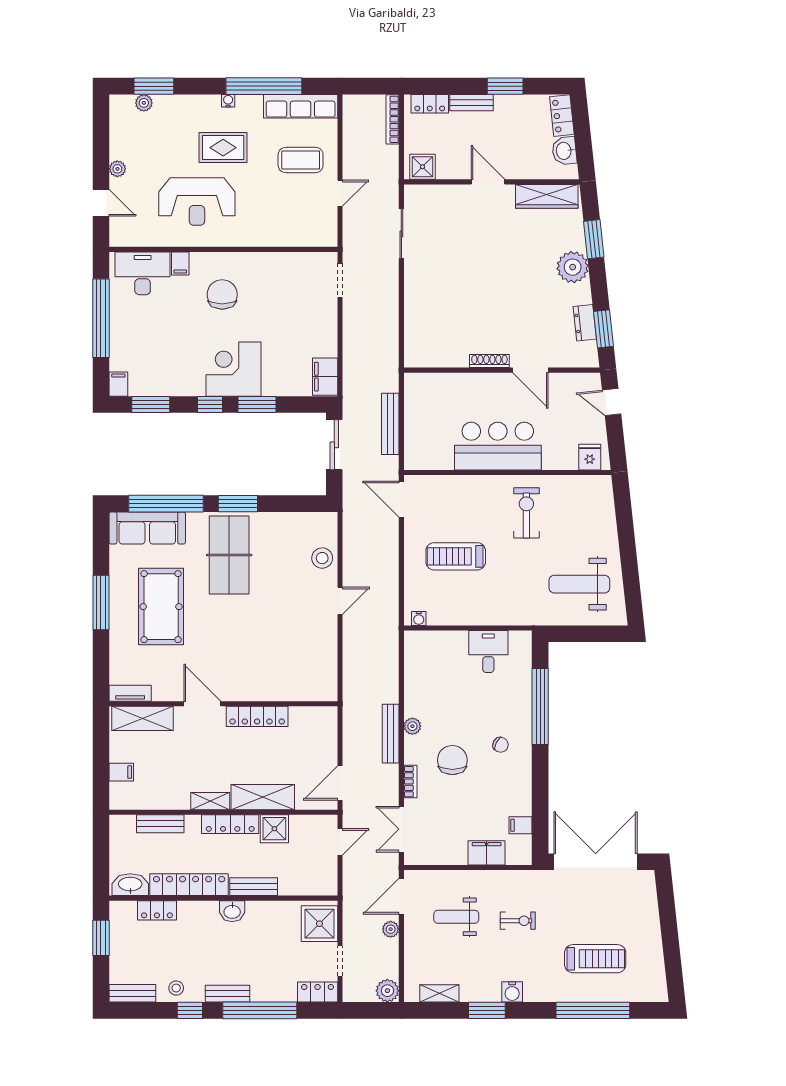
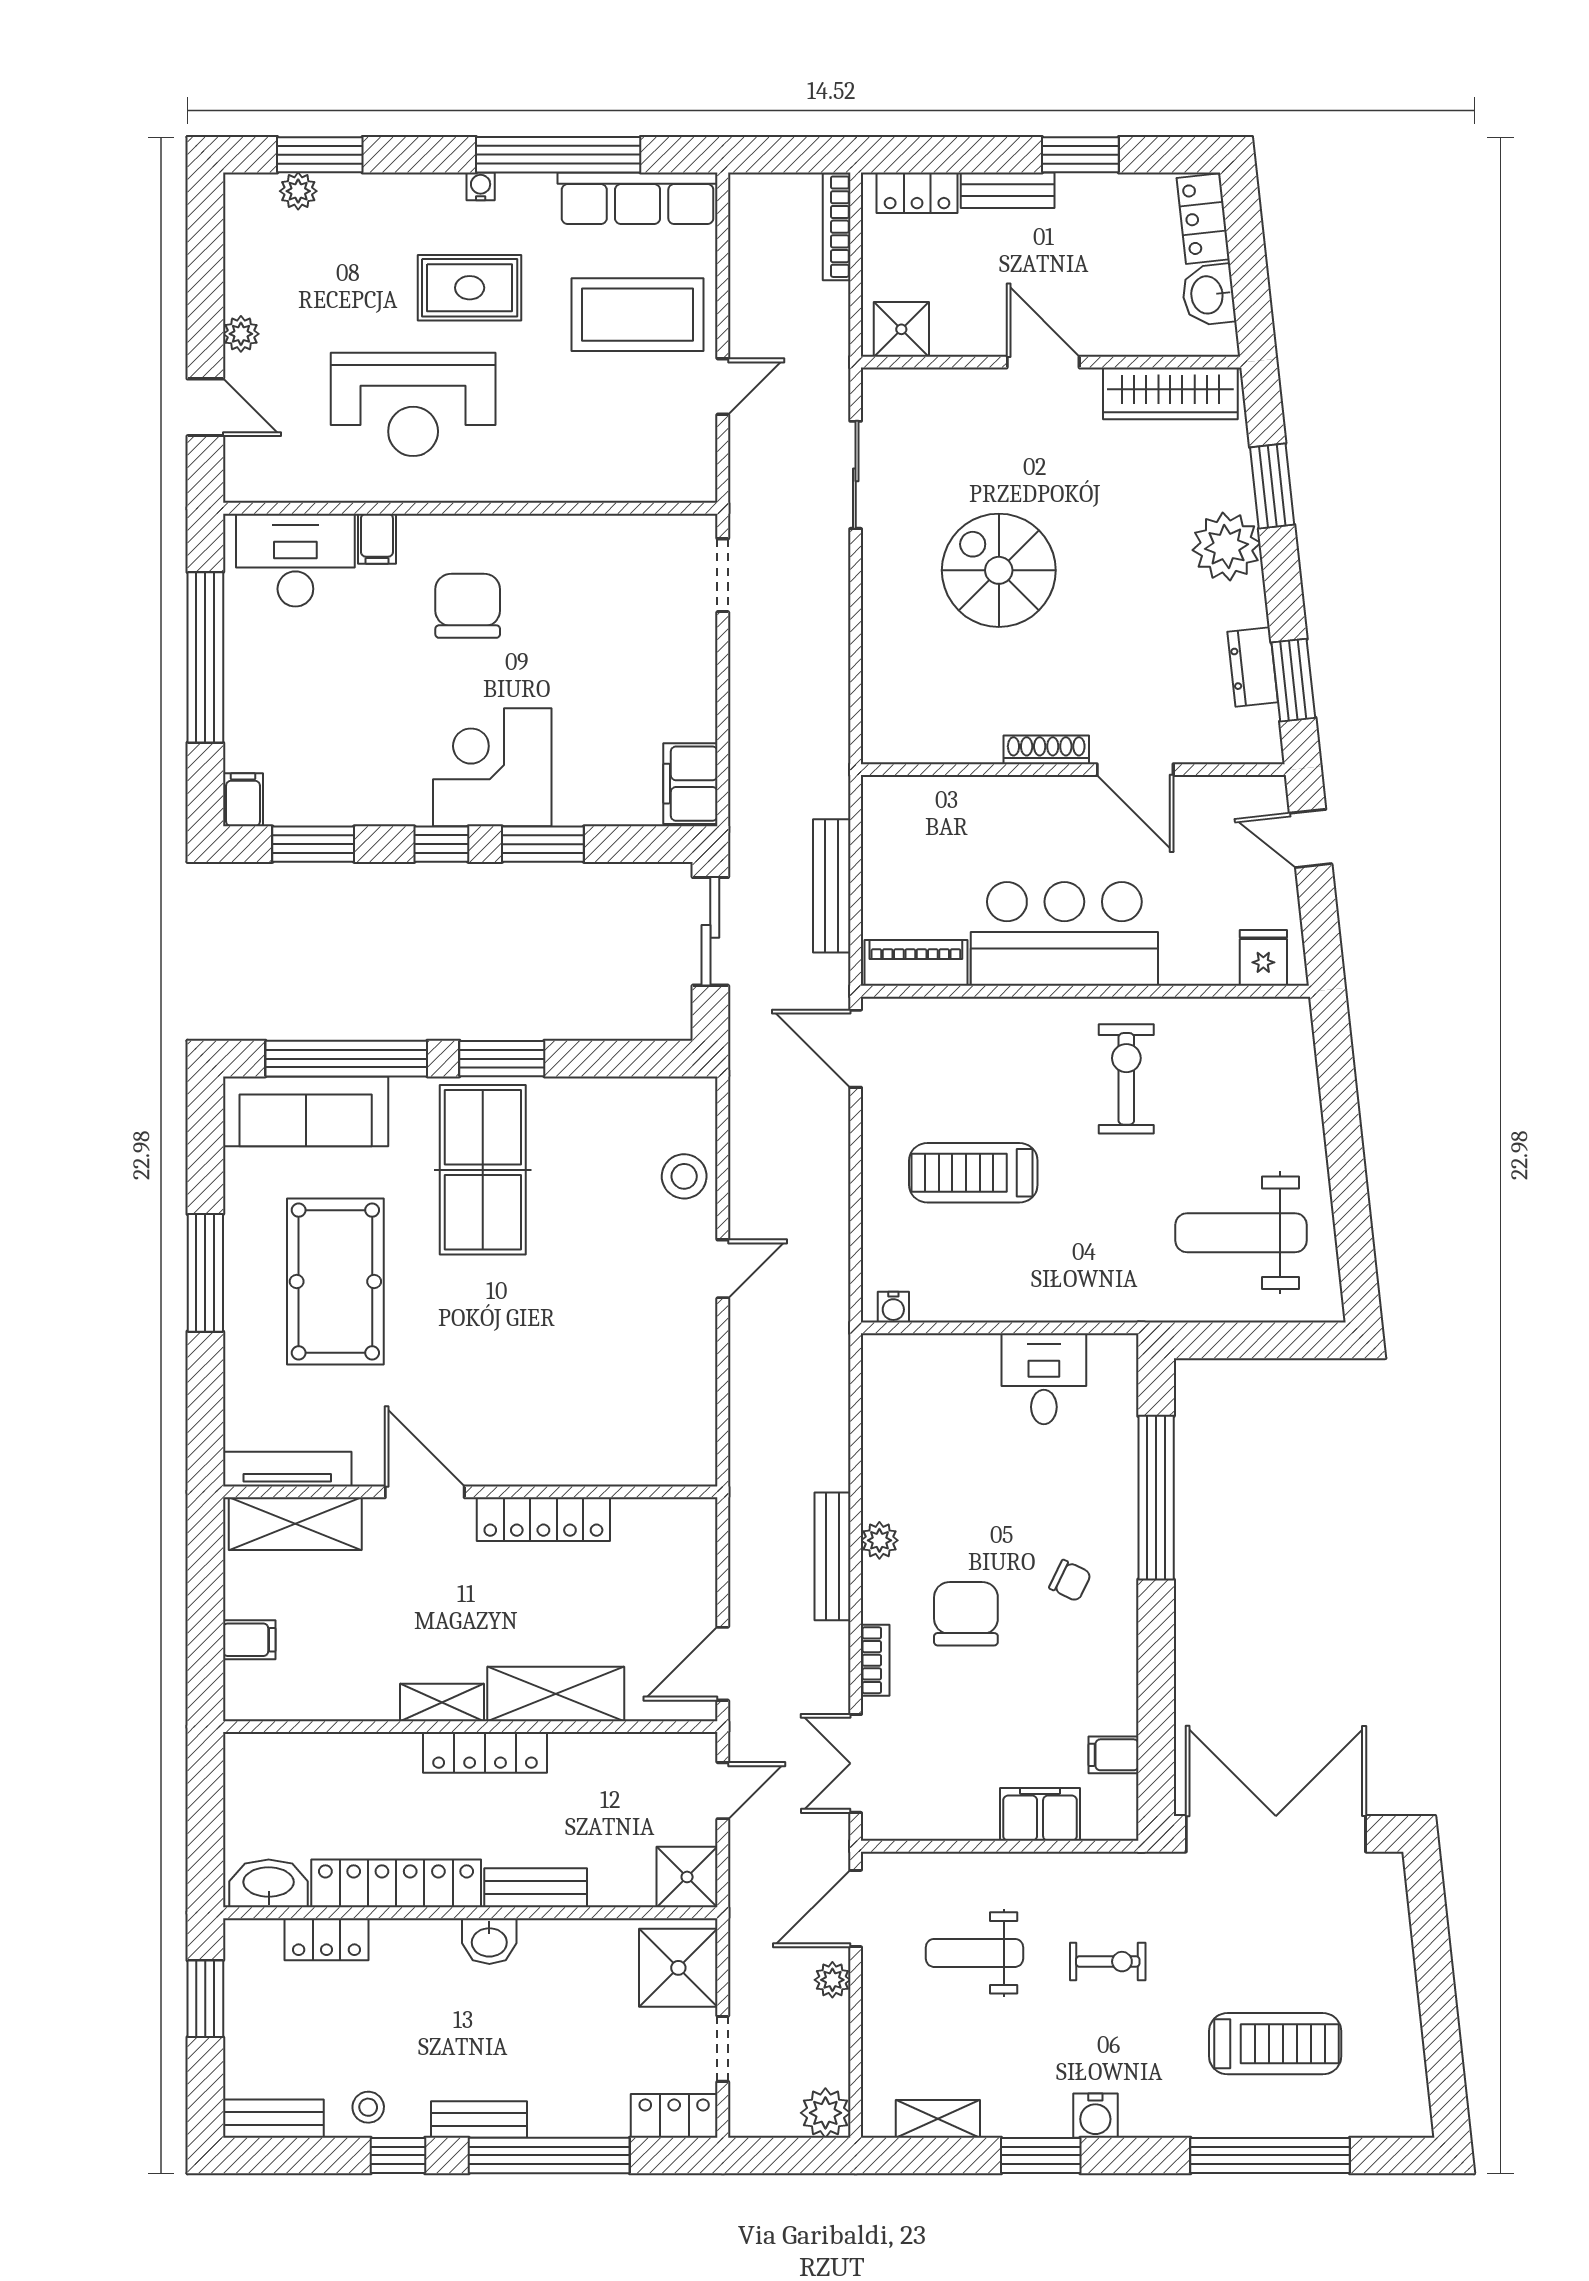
coffee table: (301, 160) -> (638, 315), width x1.36, depth x1.32
spiral stairs: (467, 278) -> (999, 570), added
piano: (429, 459) -> (916, 963), added
tv unit: (130, 693) -> (287, 1469), width x1.41
bench: (160, 824) -> (334, 1752), removed
shower: (274, 829) -> (687, 1877), moved

